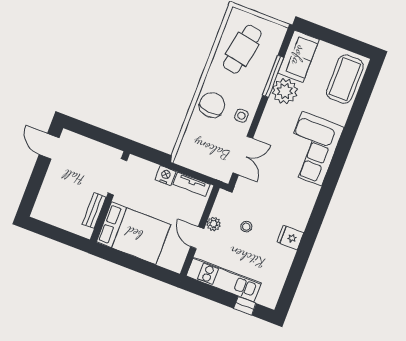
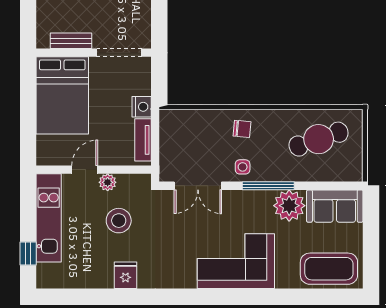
cafe table: (242, 49) -> (319, 139), turned -30
window: (273, 76) -> (268, 186), moved
chair: (212, 105) -> (242, 129), width x0.54, depth x0.54
stool: (246, 227) -> (119, 221), width x1.89, depth x1.89

